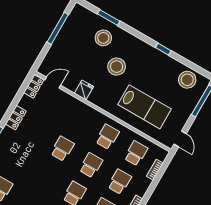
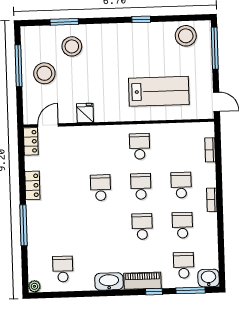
stool: (117, 67) -> (44, 73), moved
school desk: (136, 153) -> (180, 145), removed

